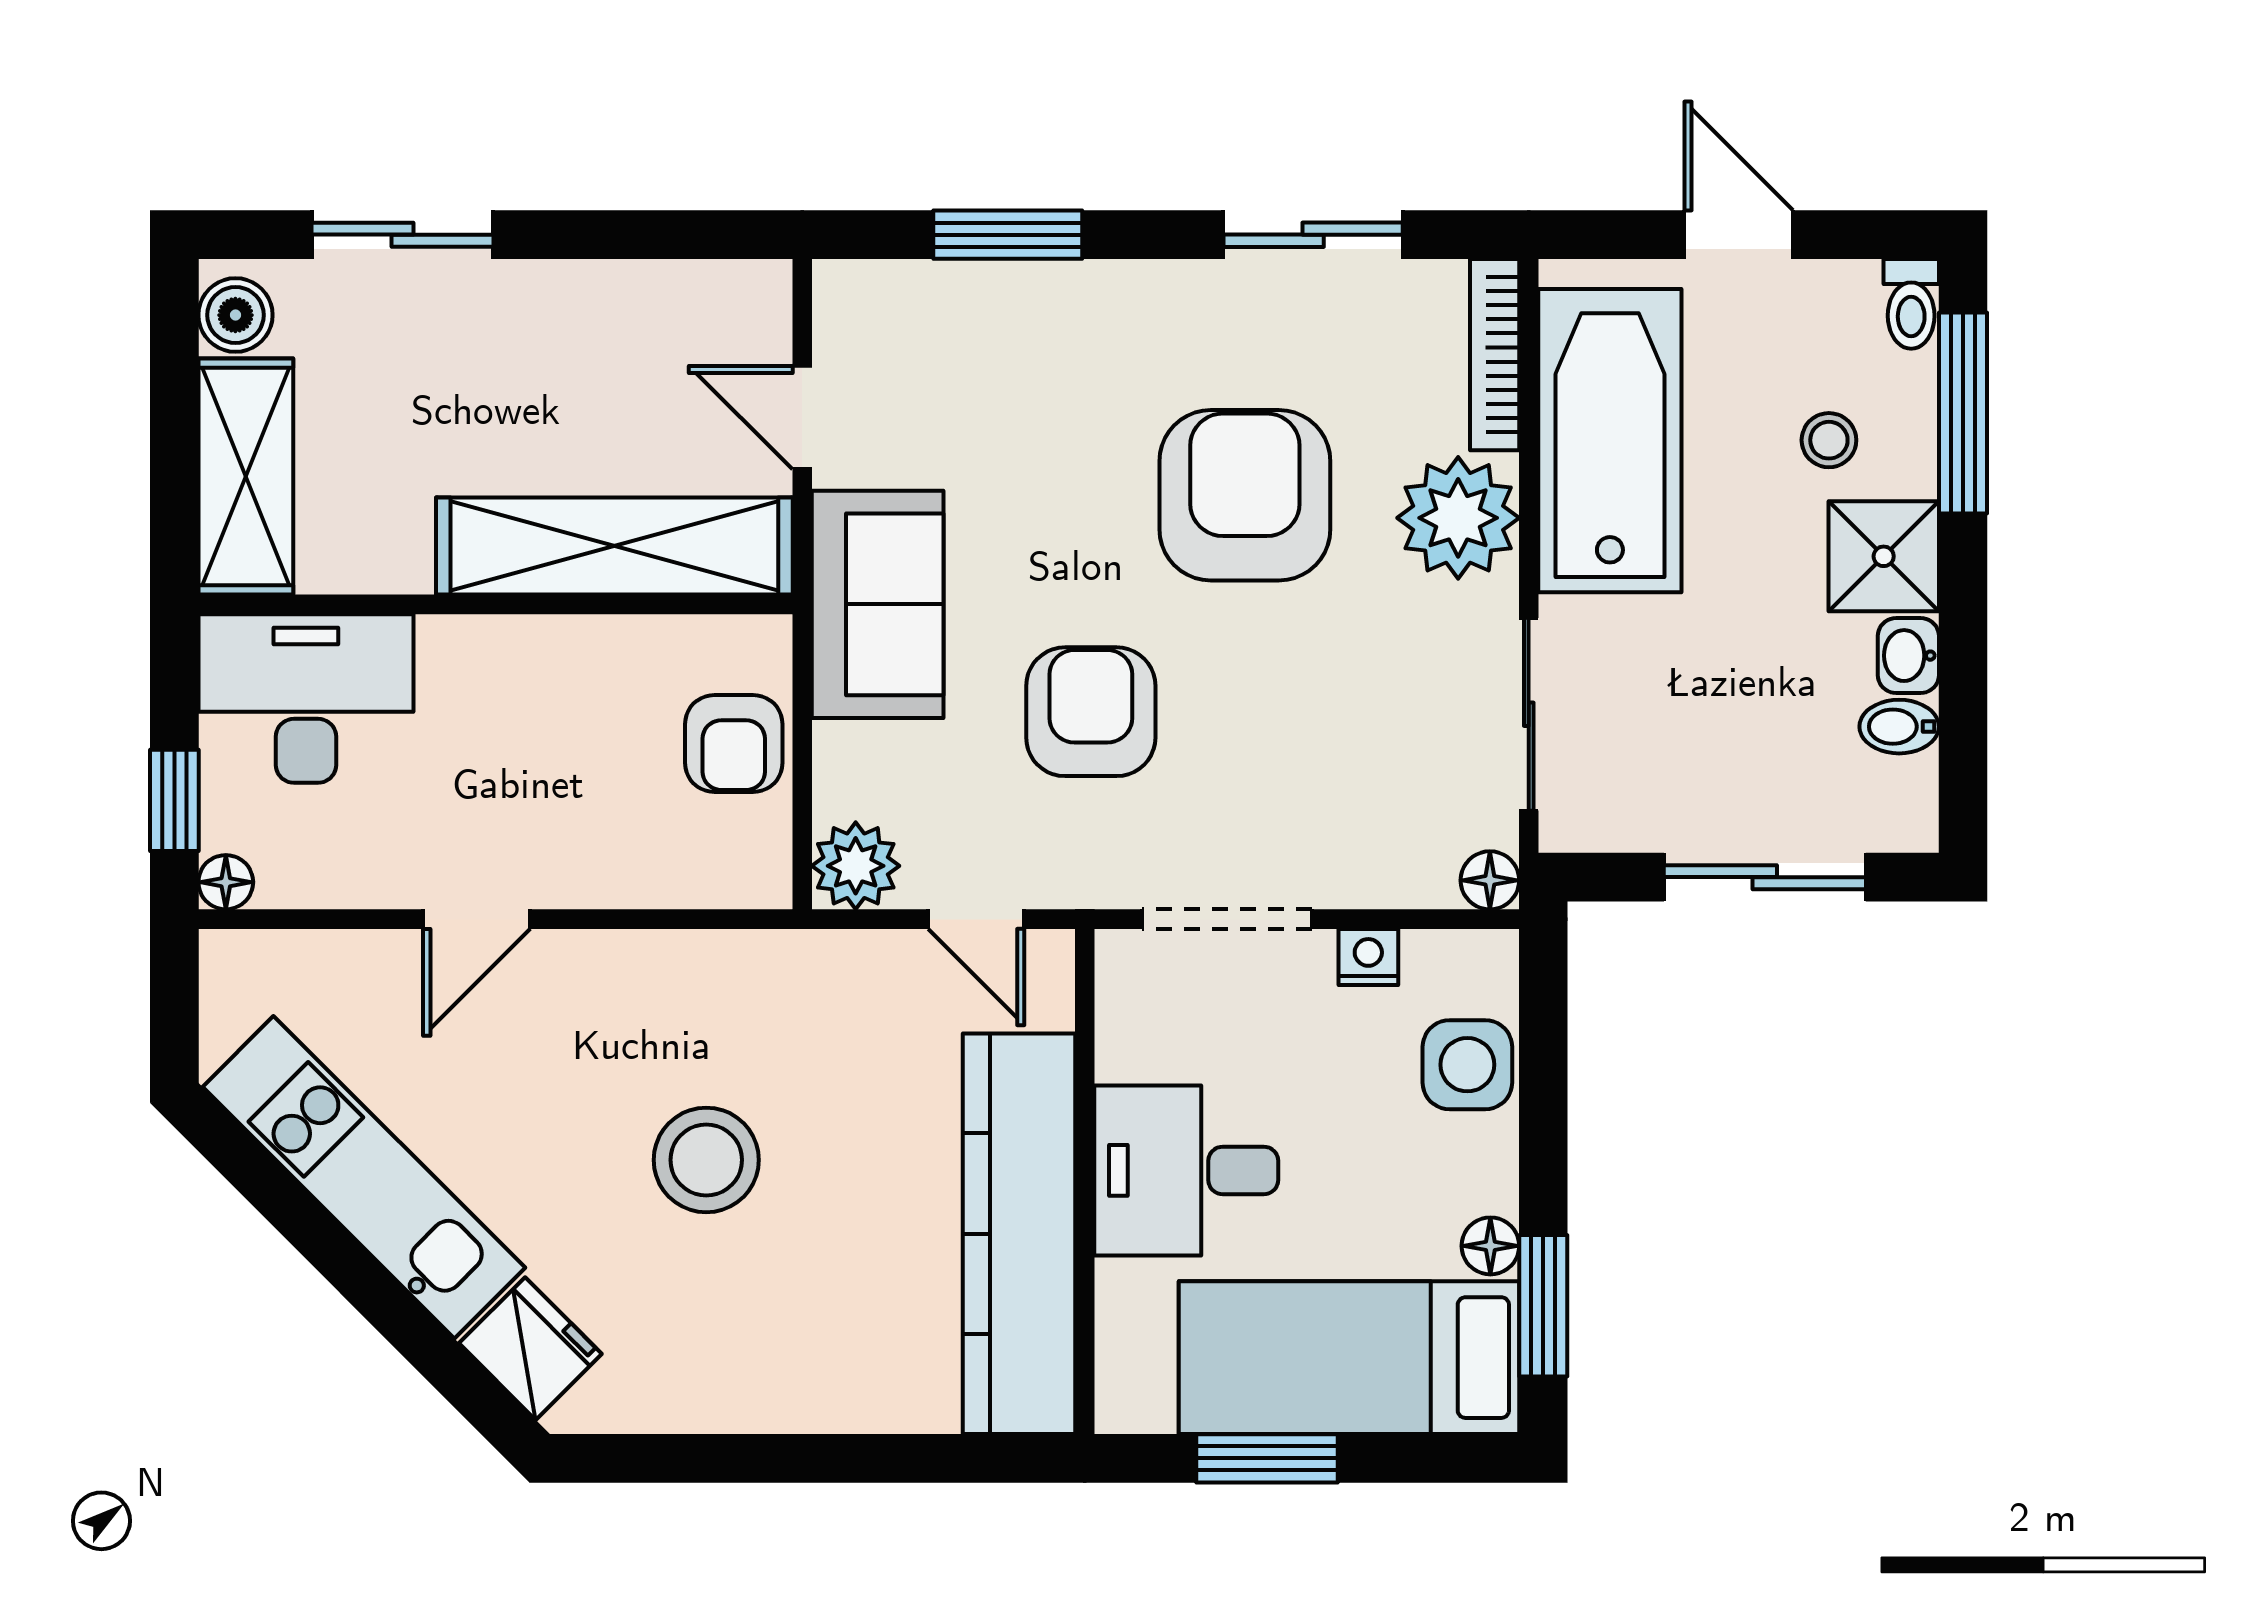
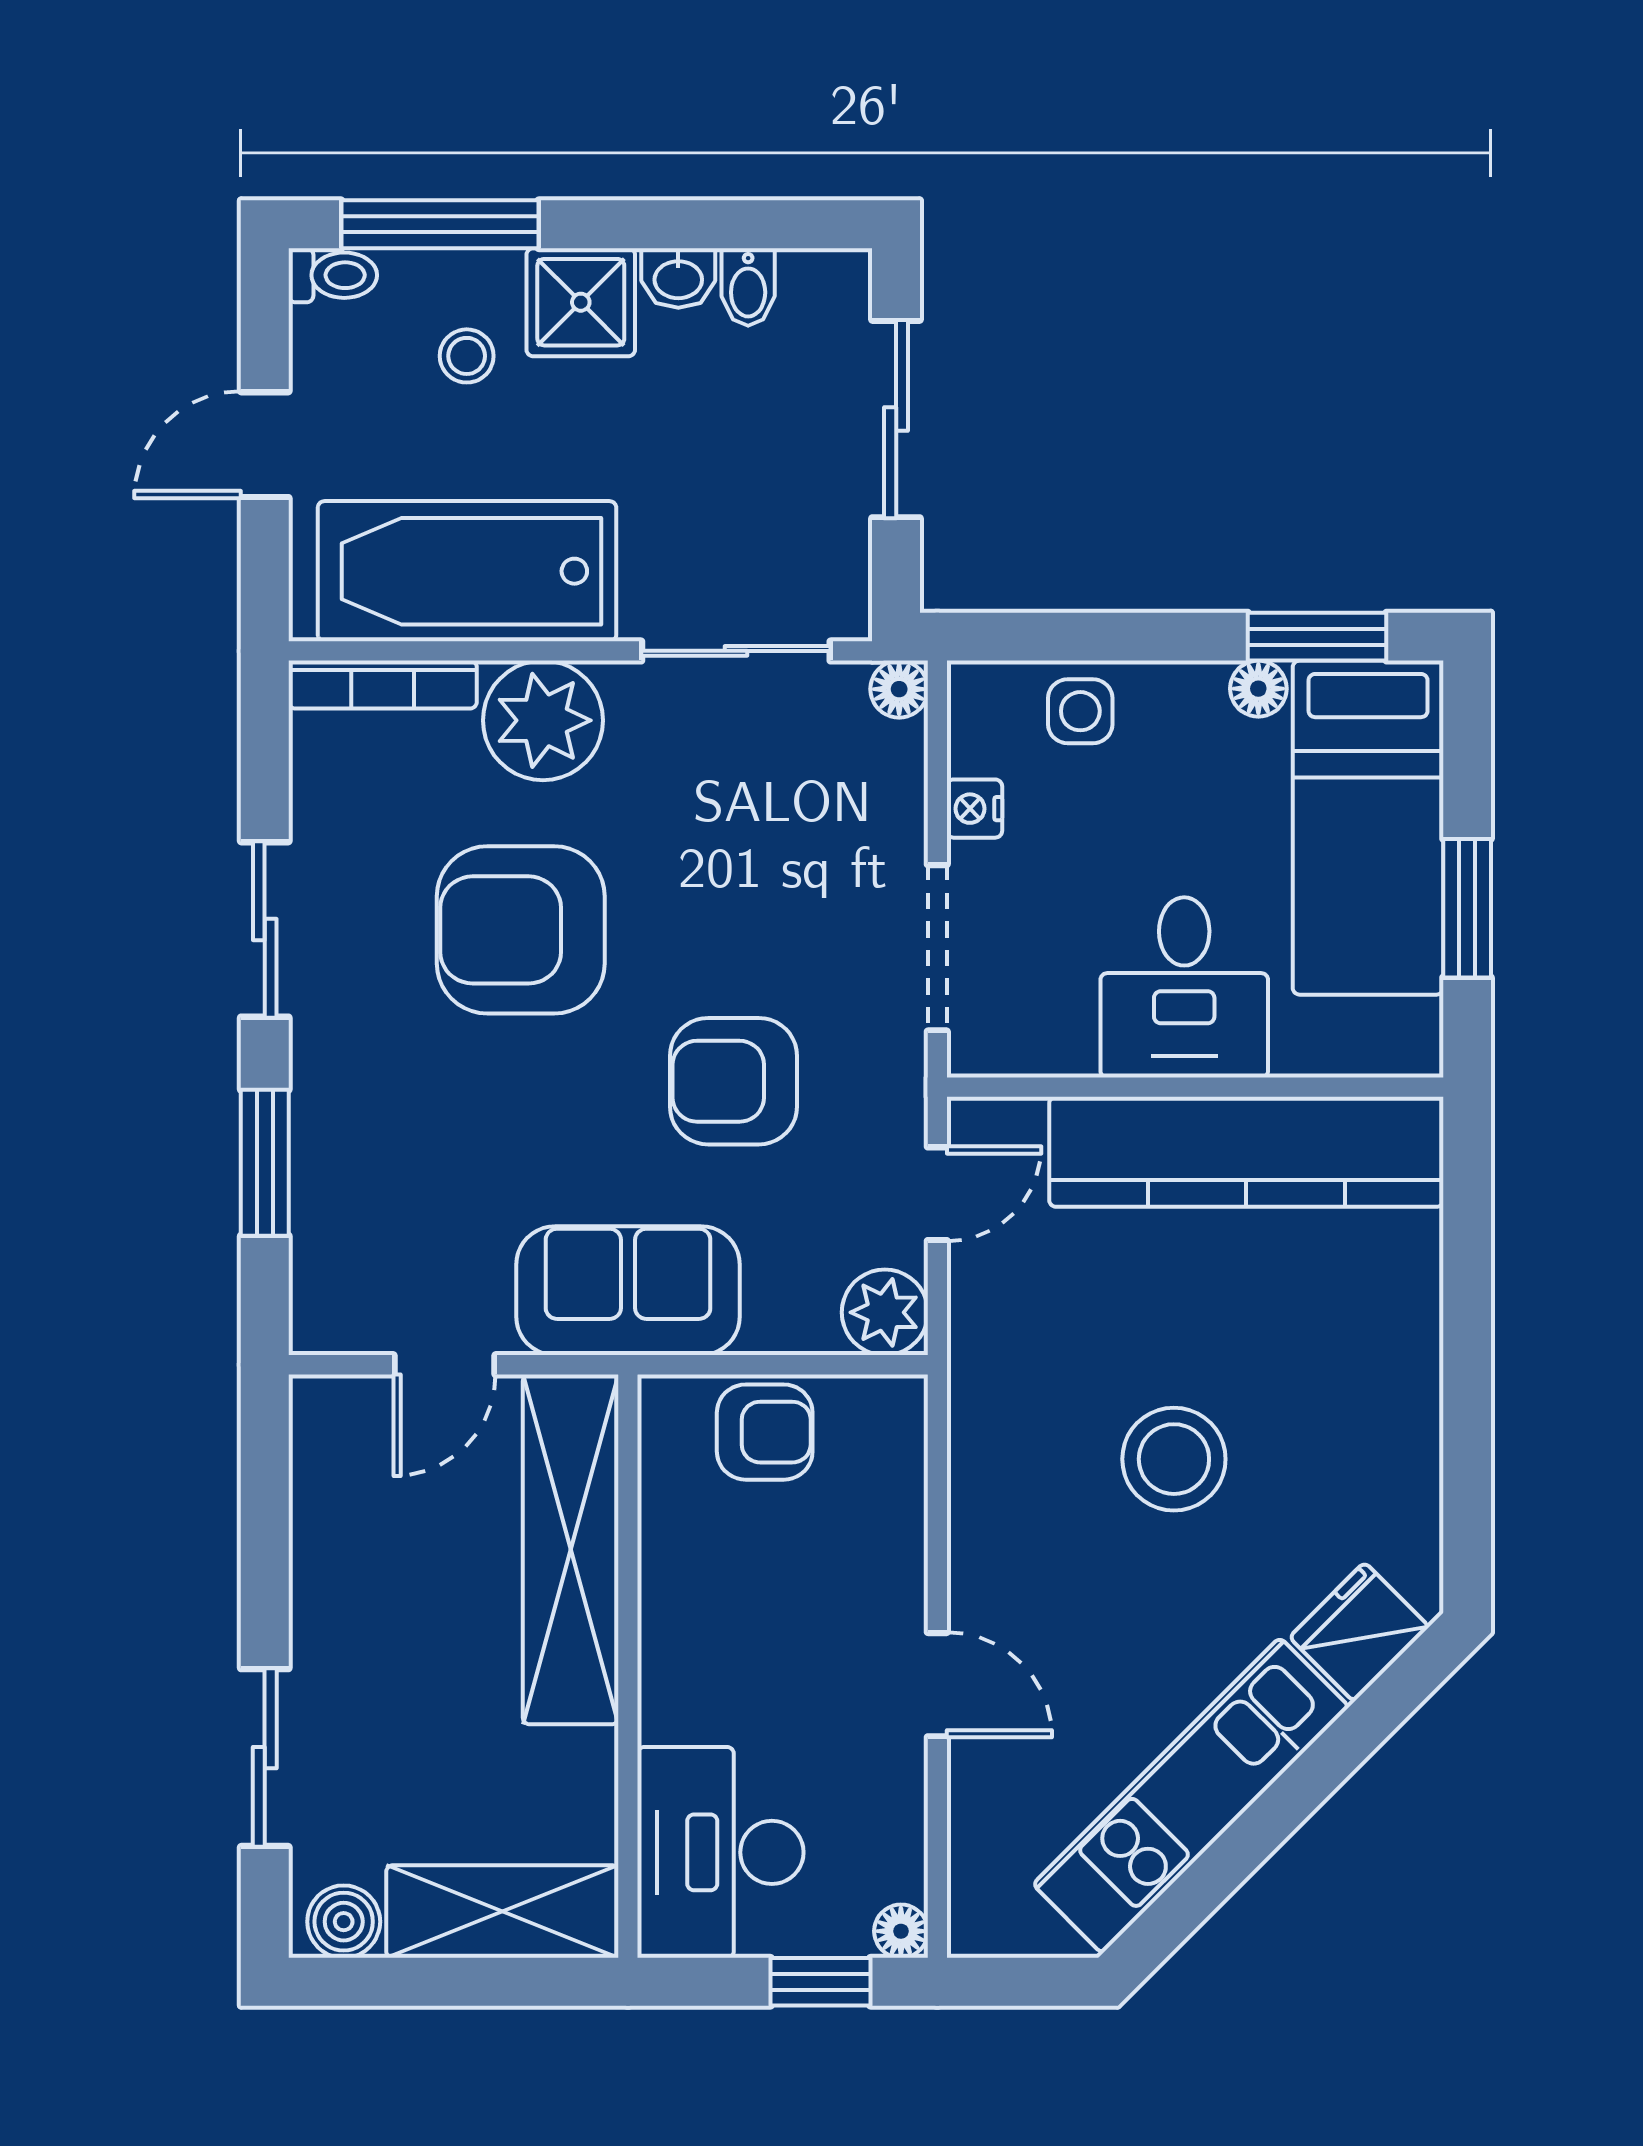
sliding door: (1313, 235) -> (265, 929), moved
side table: (1467, 1065) -> (1080, 711), width x0.73, depth x0.73

